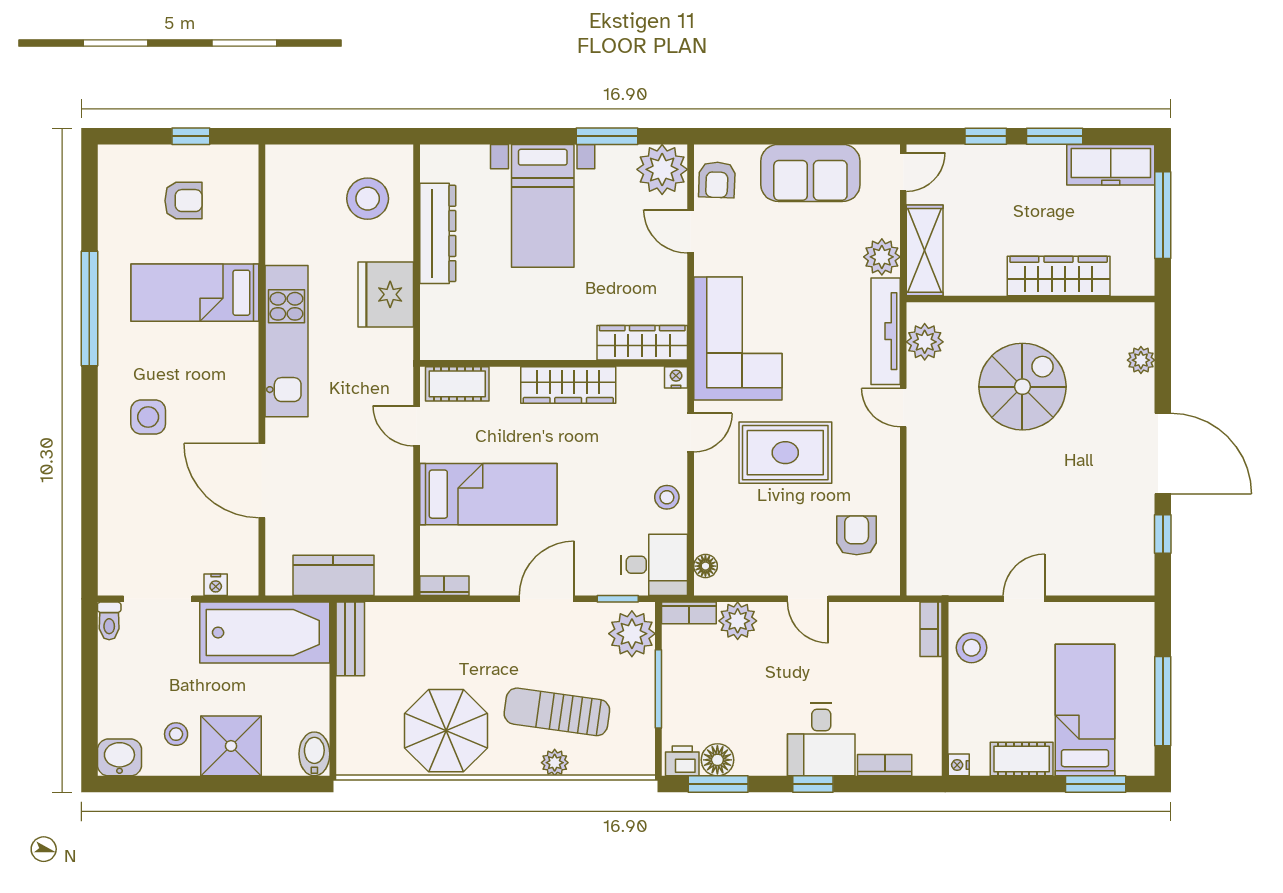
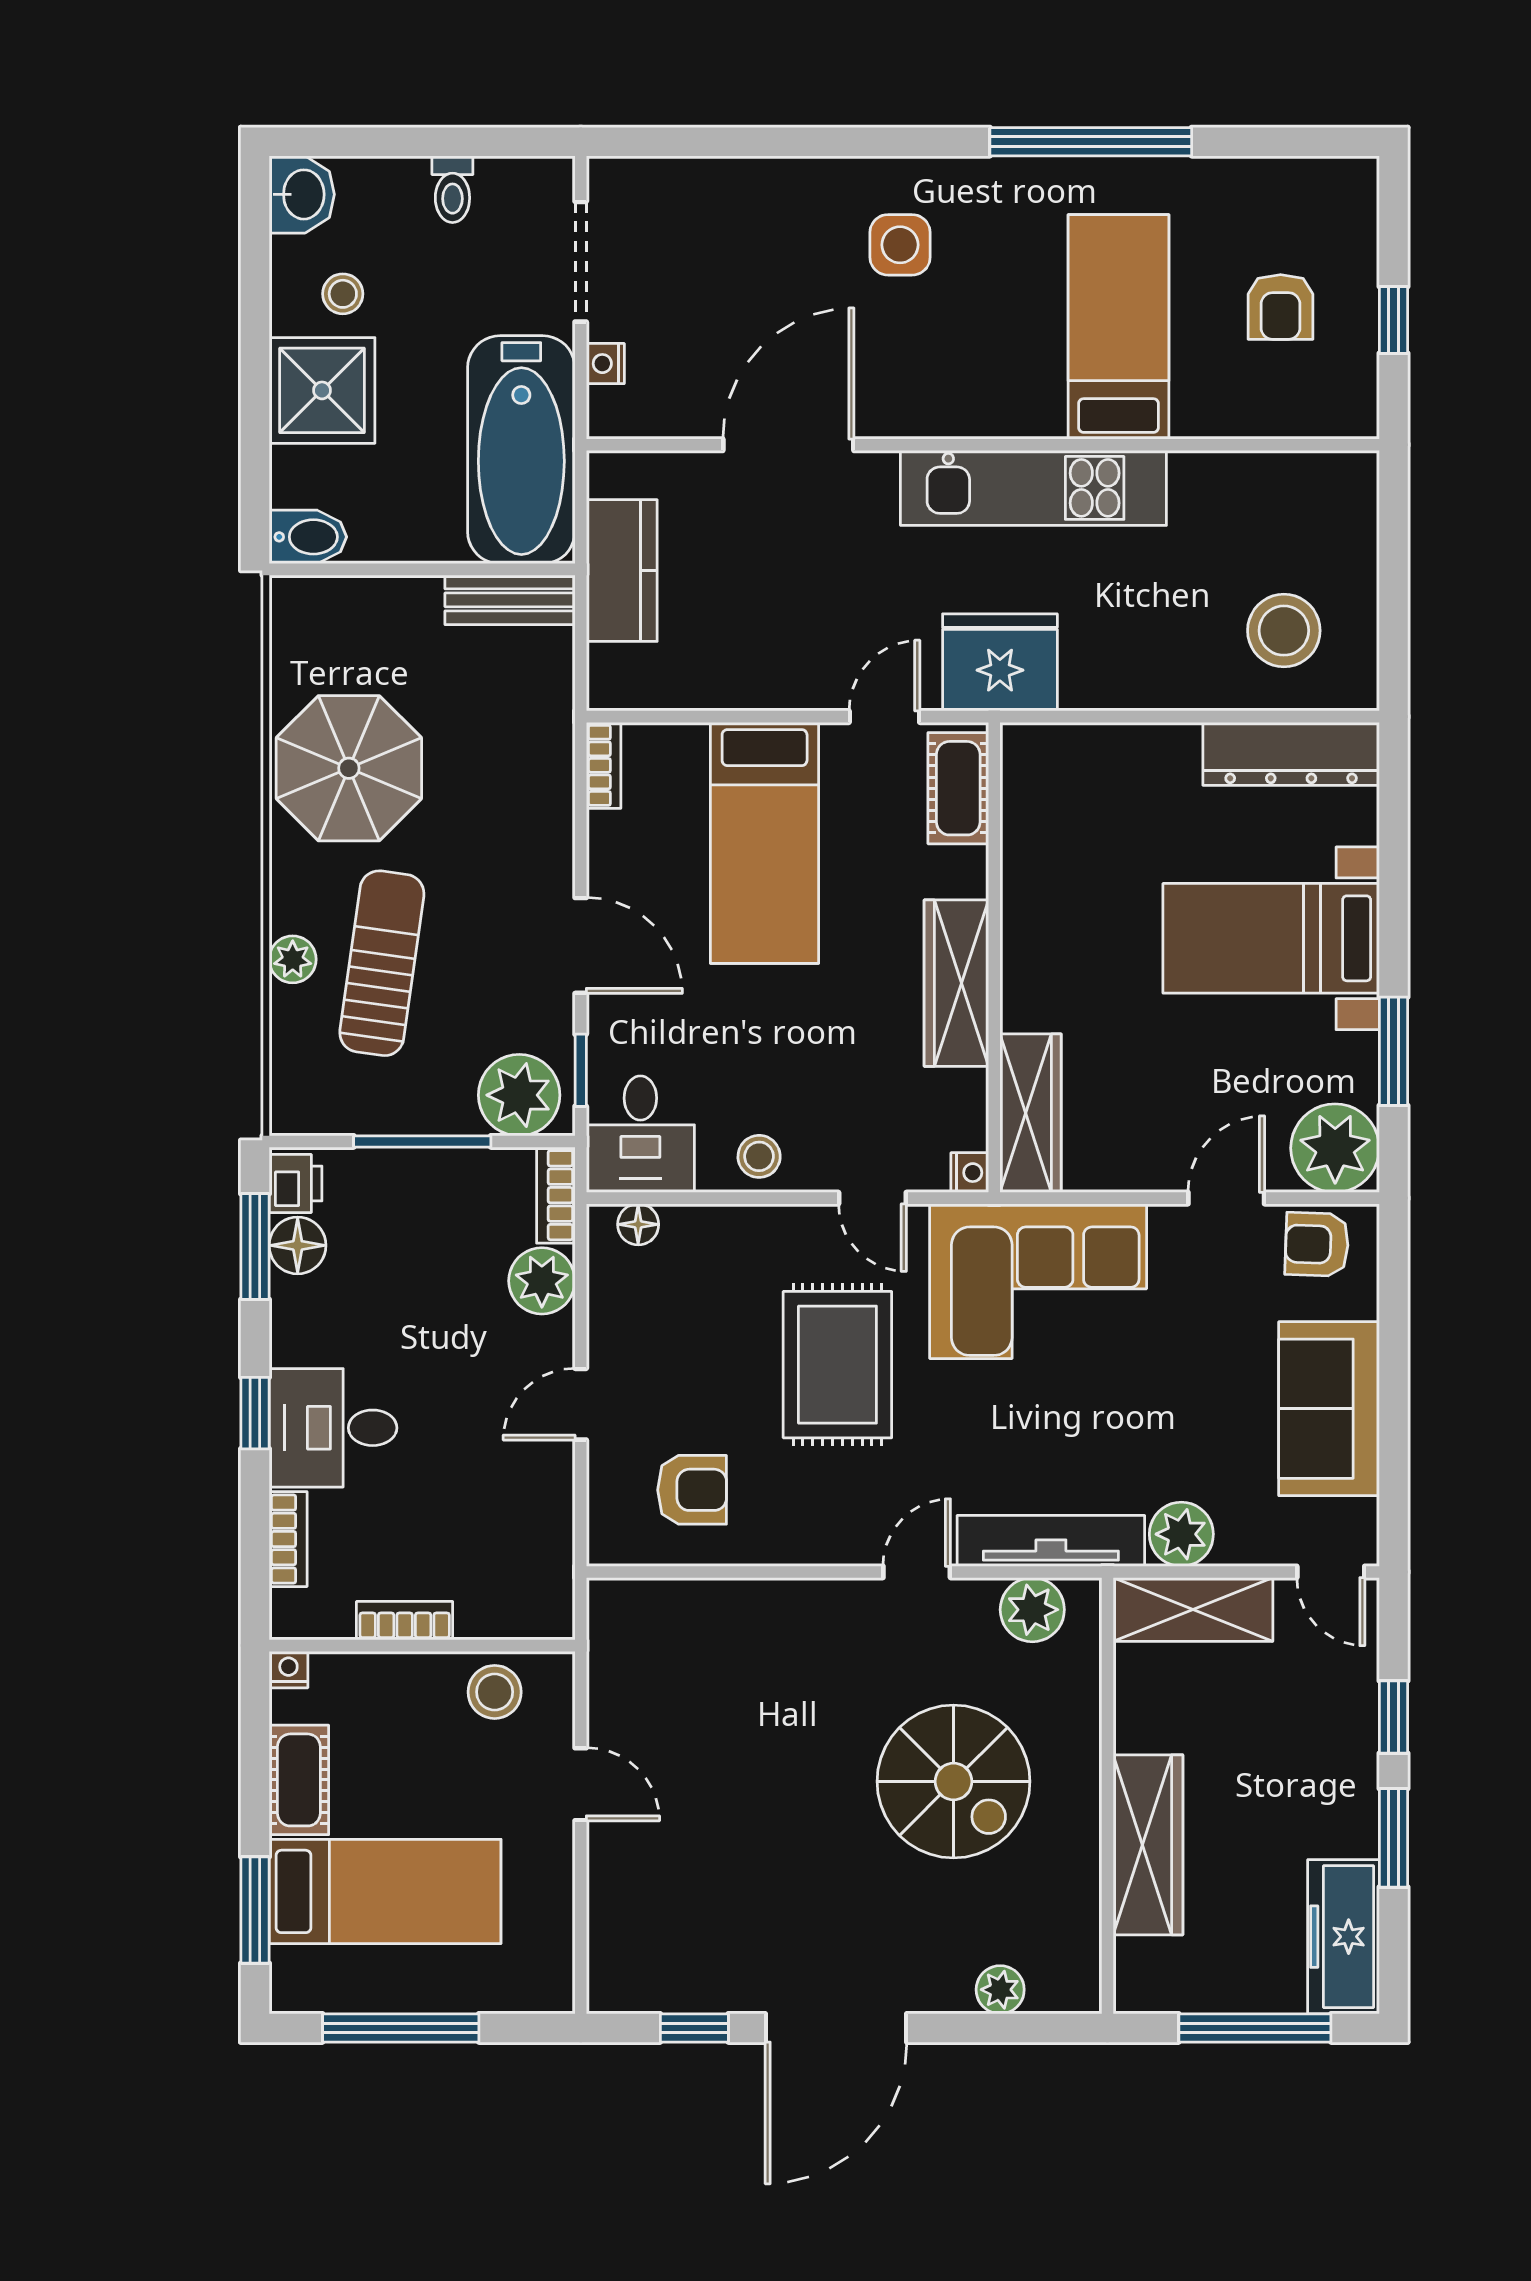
dresser: (438, 233) -> (1291, 754), moved
fridge: (386, 294) -> (1000, 662), moved
toilet: (109, 621) -> (452, 189), moved, turned -90
bookcase: (931, 629) -> (405, 1621), moved

